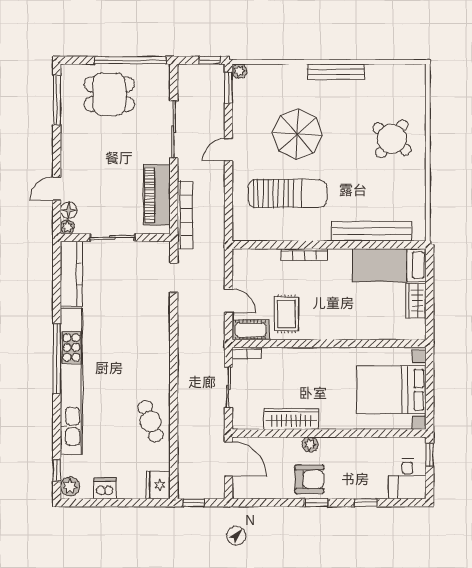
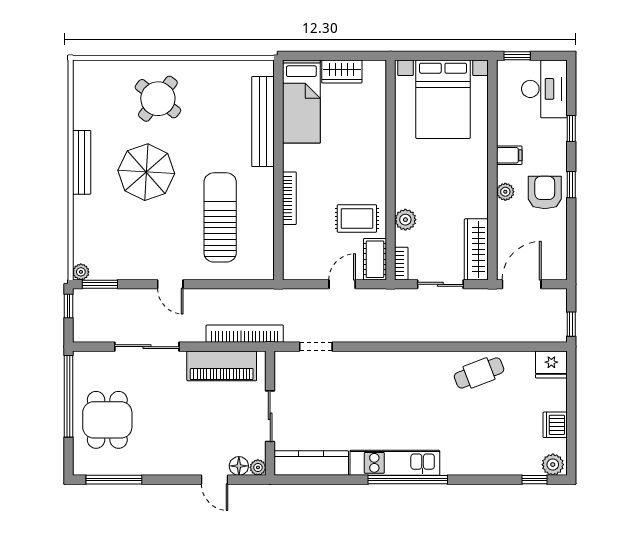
parasol: (297, 134) -> (146, 172), moved
plant: (285, 357) -> (405, 220), added
kitchen unit: (71, 381) -> (395, 463), width x0.54
wardrobe: (291, 419) -> (476, 249), moved
filing cabinet: (342, 448) -> (509, 155), added
desk: (407, 479) -> (544, 89), width x1.37

